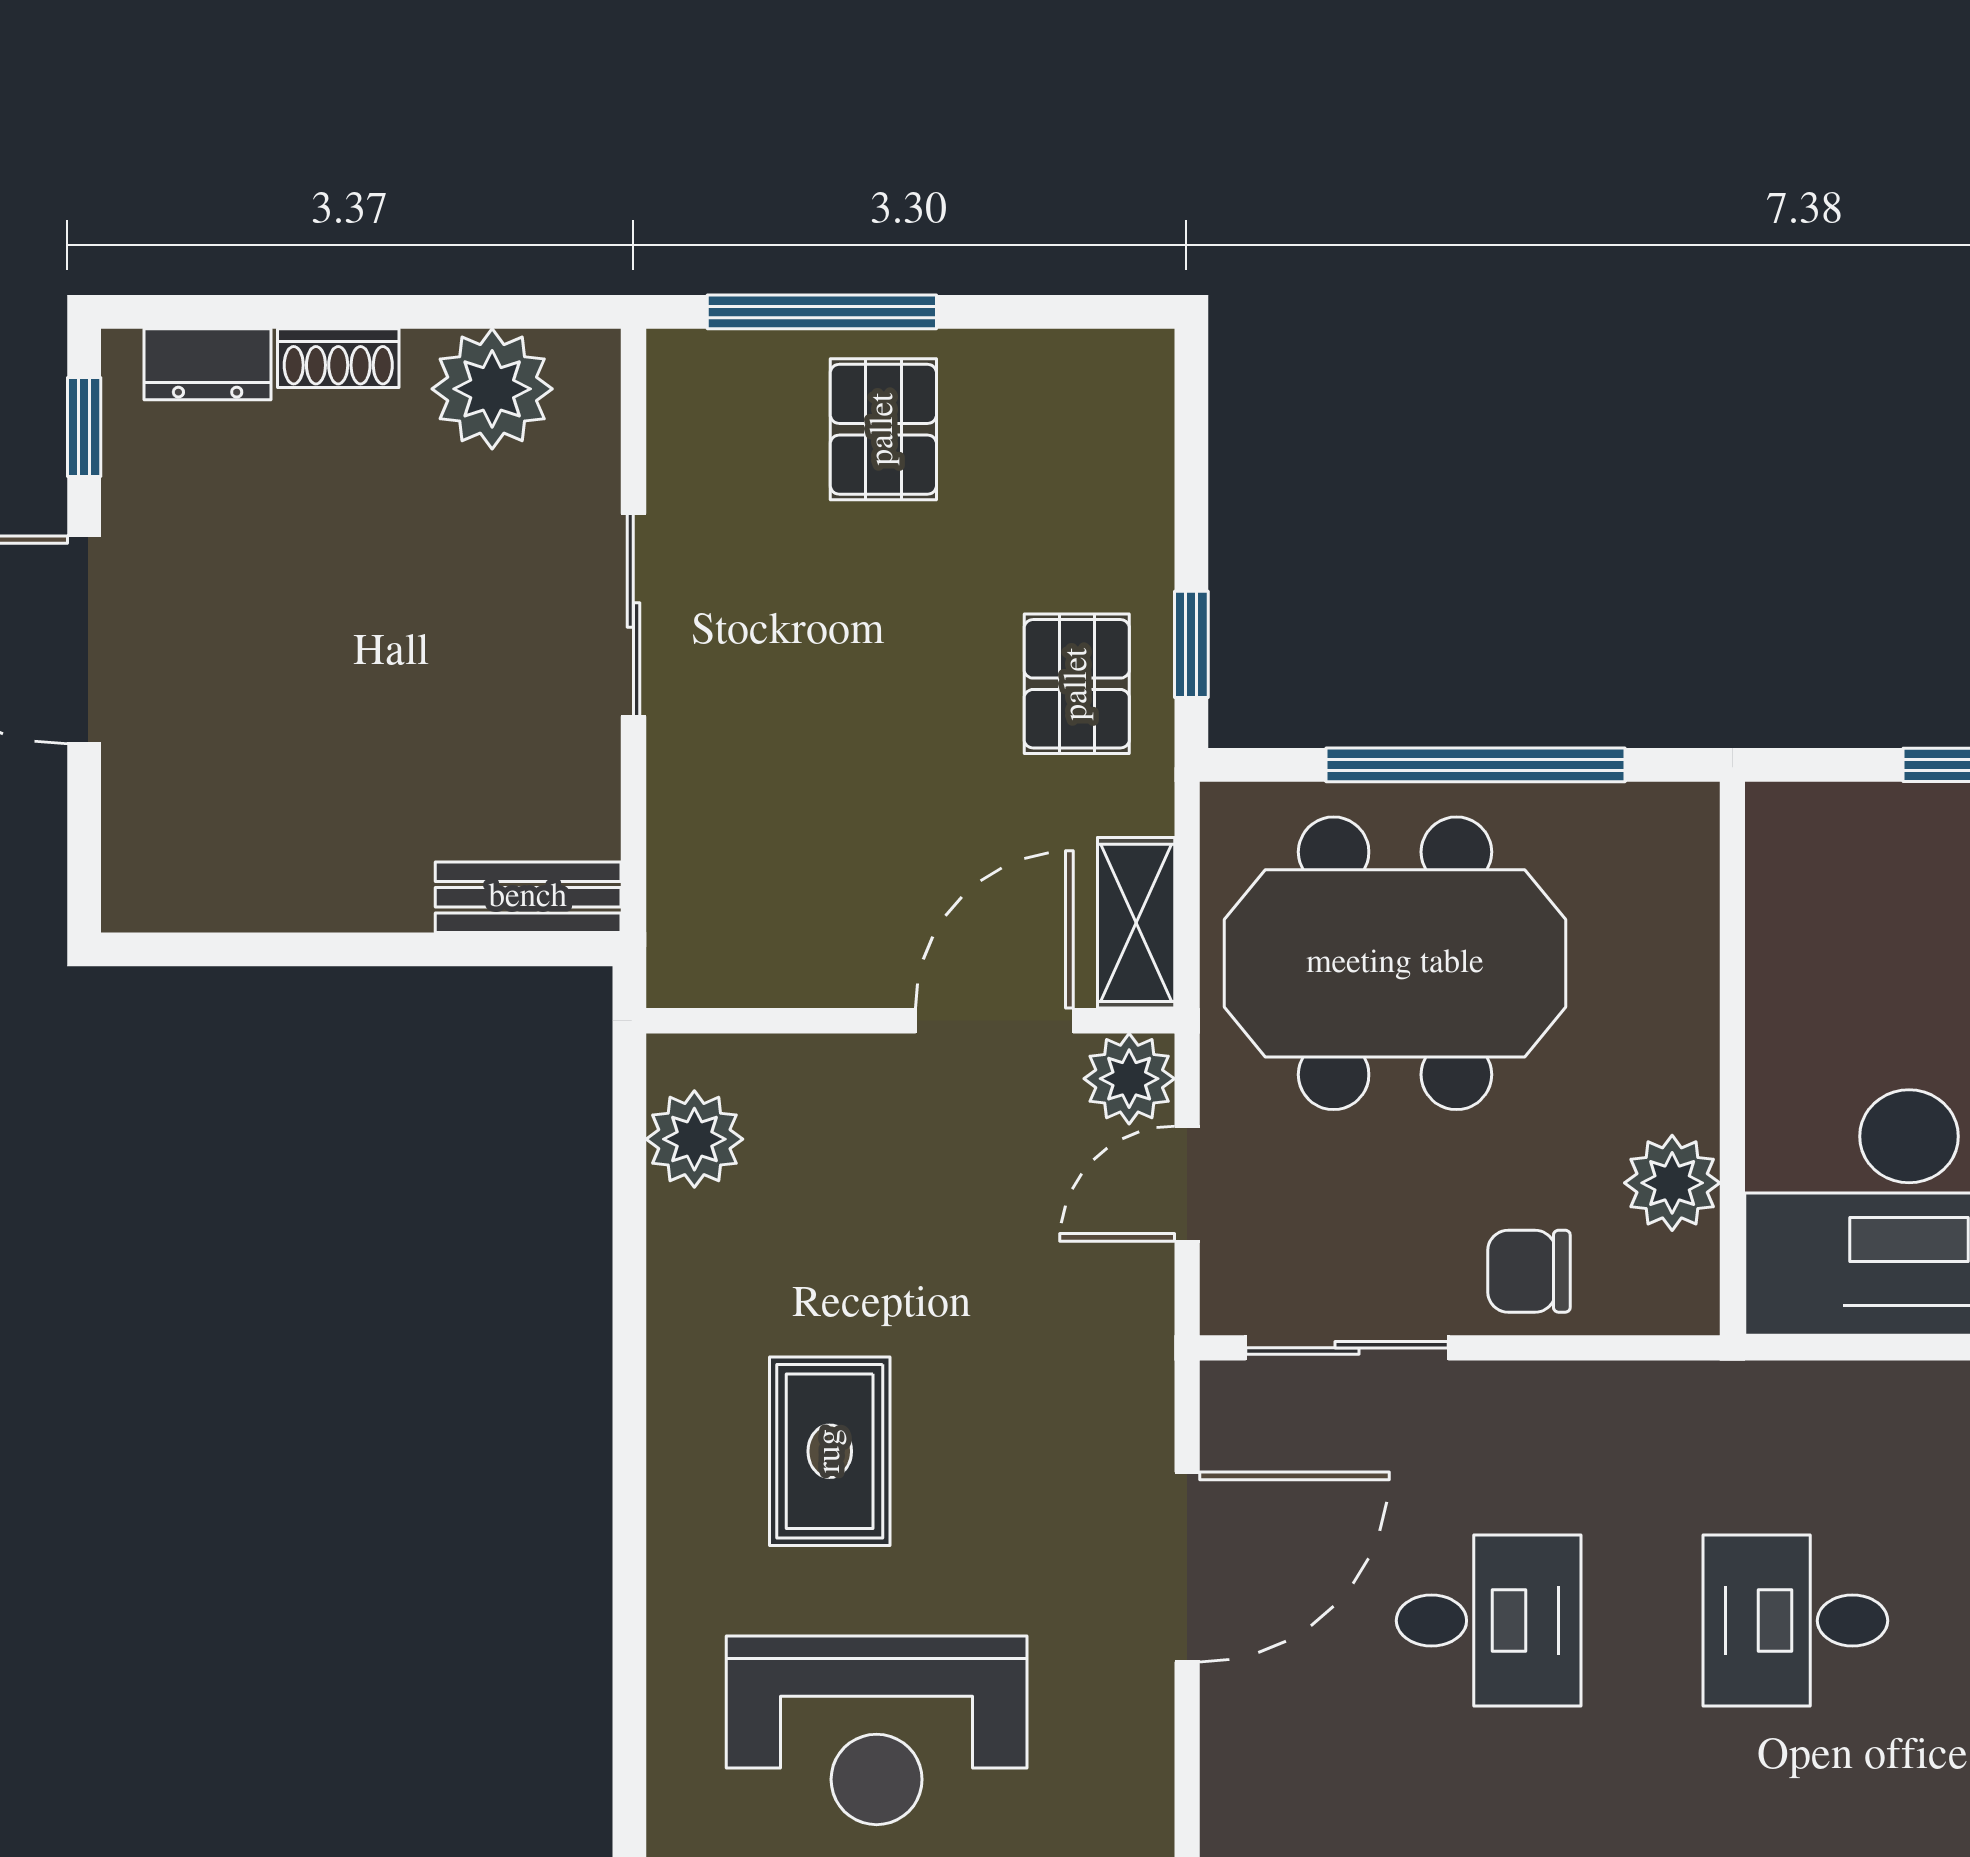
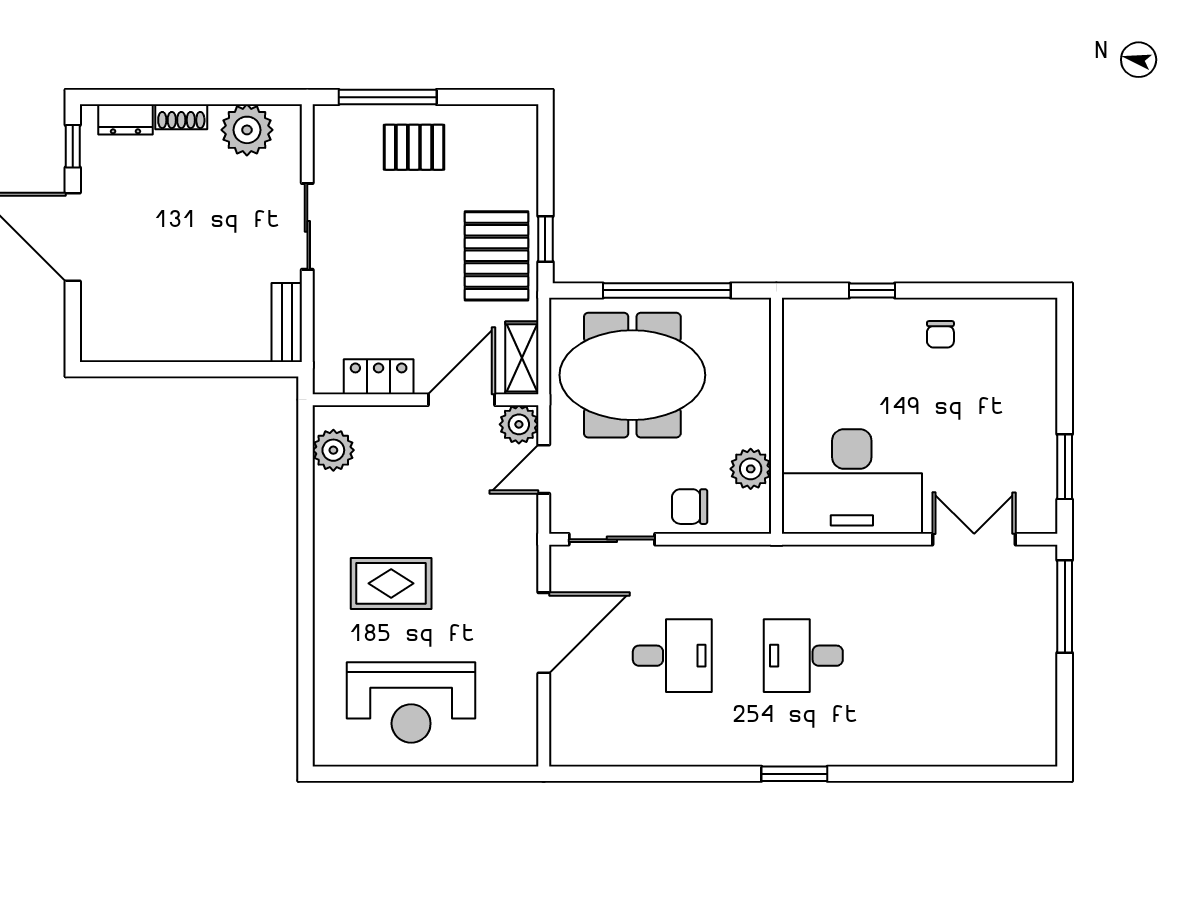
pallet: (883, 429) -> (414, 147), turned 90
pallet: (1077, 684) -> (497, 256), width x1.50, depth x1.42
bench: (528, 897) -> (287, 322), moved, turned 90
locker: (800, 967) -> (379, 377), added
rug: (830, 1451) -> (391, 583), turned 90

